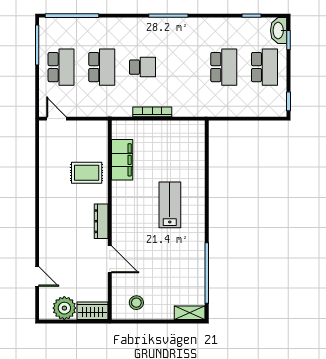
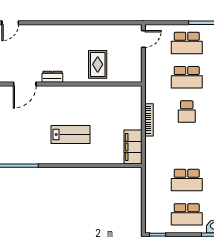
filing cabinet: (122, 160) -> (133, 147), moved, turned 90
dresser: (101, 221) -> (52, 77), width x0.70

